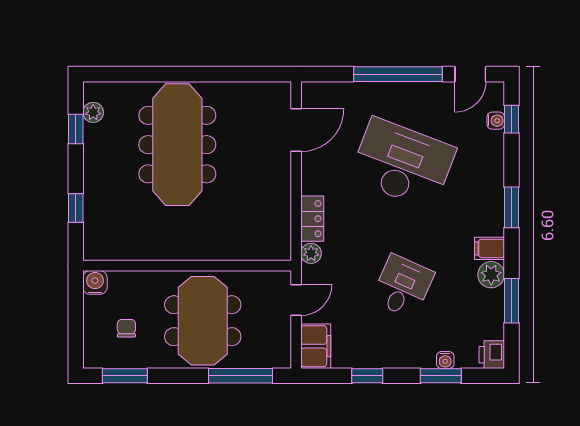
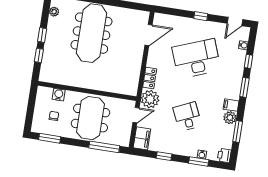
window: (398, 74) -> (201, 16), width x0.32
window: (512, 119) -> (249, 61), moved
window: (76, 129) -> (42, 35), moved
desk: (403, 163) -> (196, 59), turned -42
plant: (311, 253) -> (150, 99), width x1.88, depth x1.88
water cooler: (95, 282) -> (59, 95), moved
desk: (403, 286) -> (187, 117), turned -48

